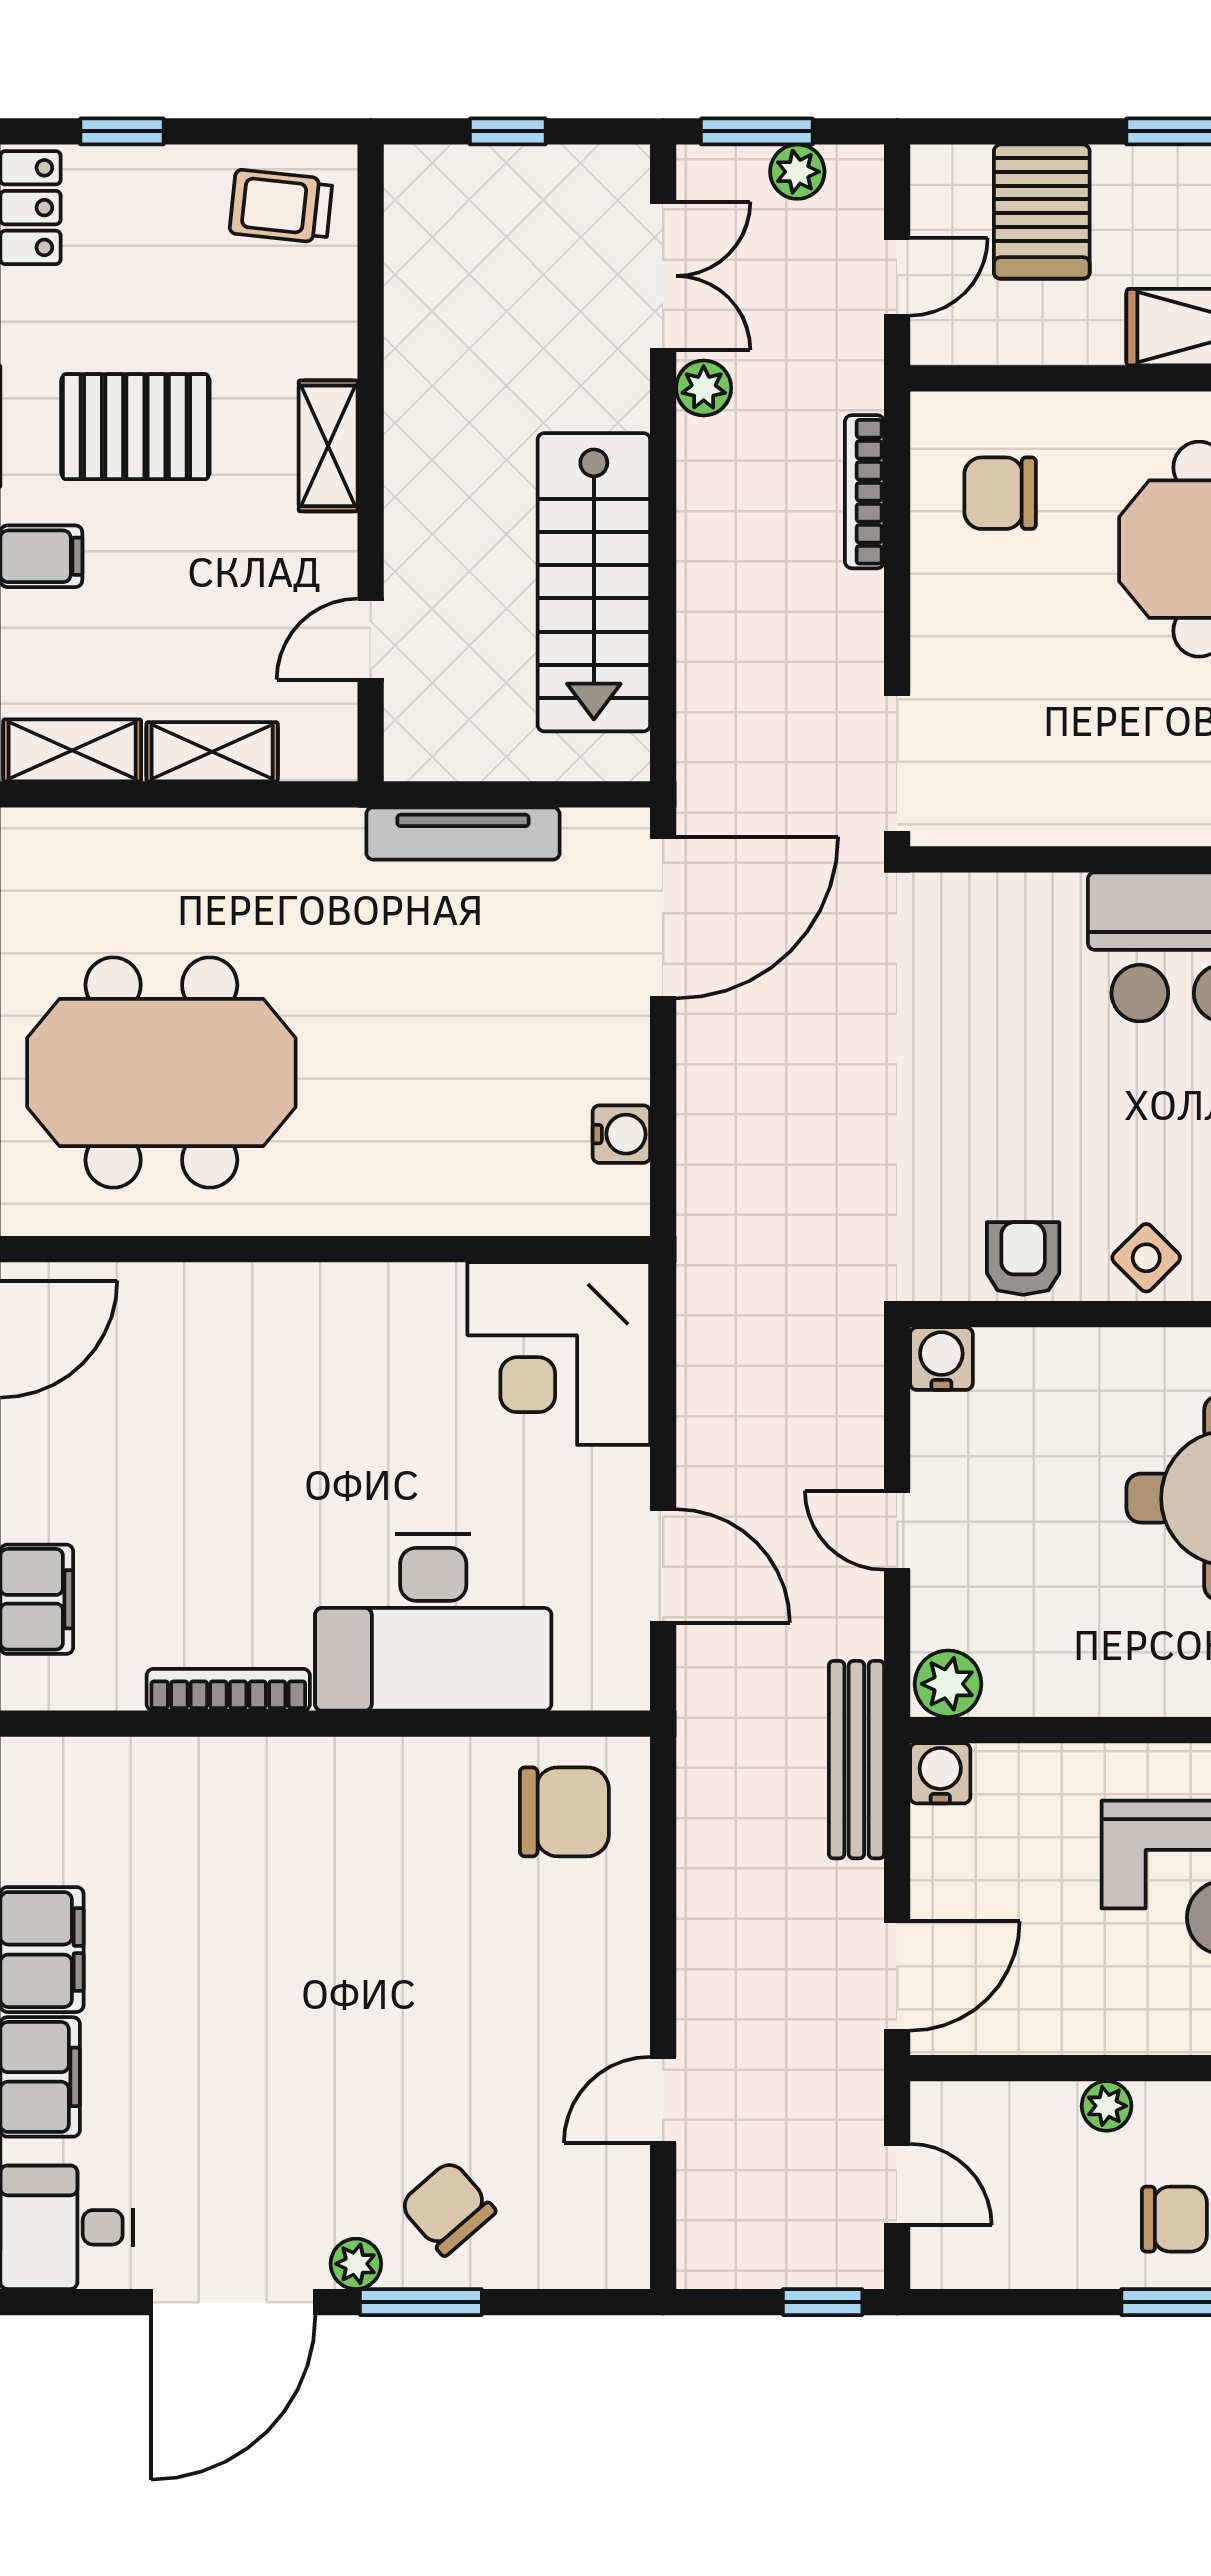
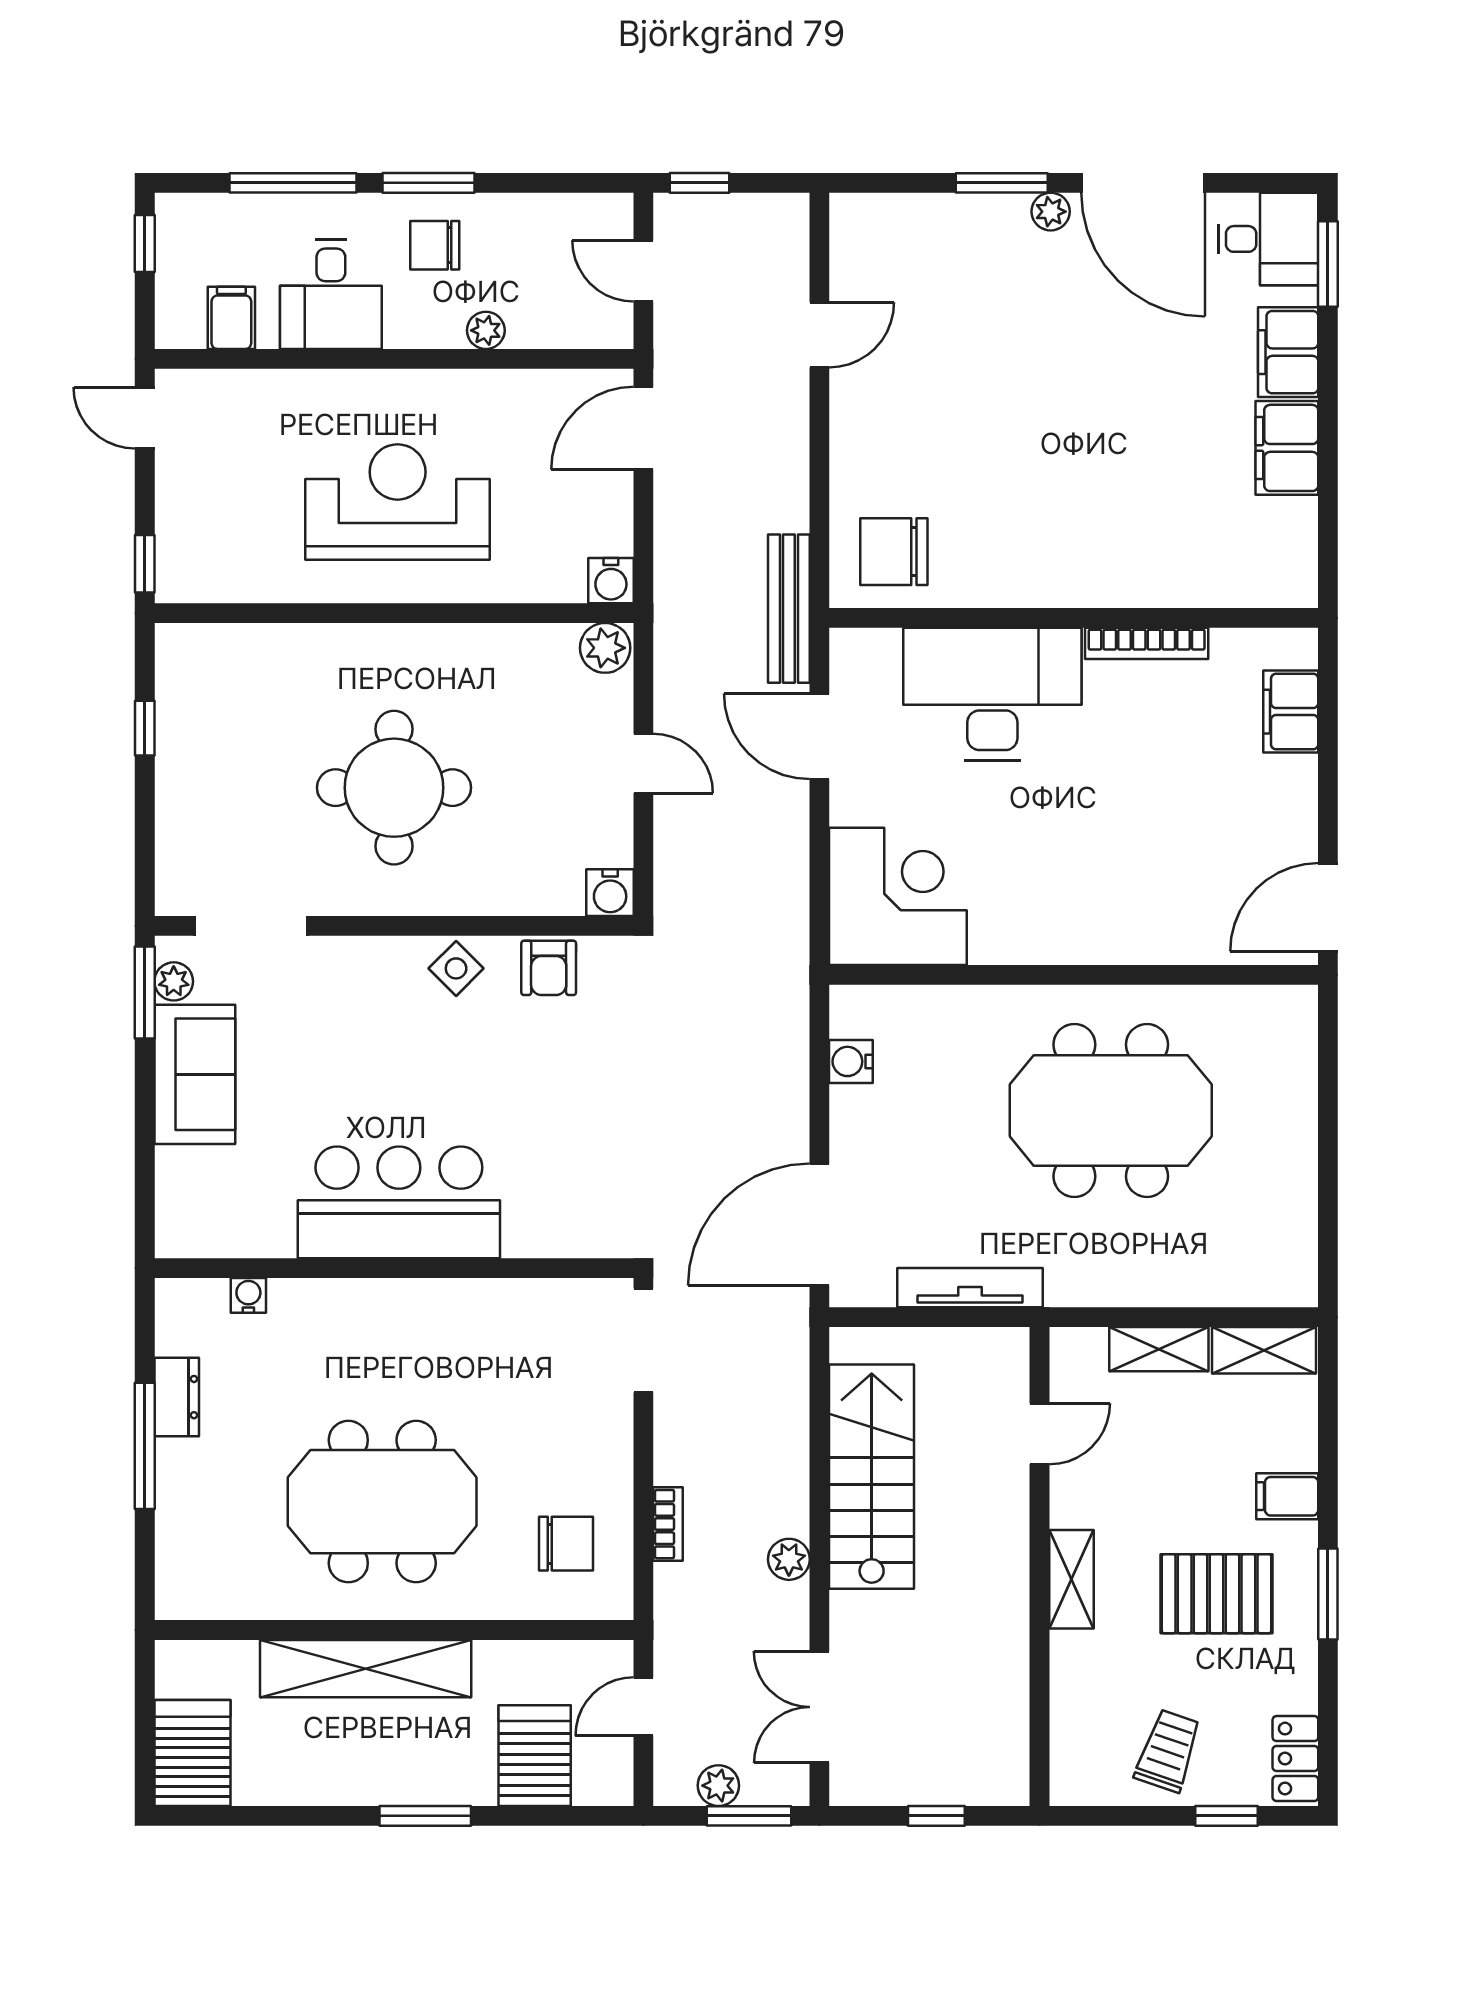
trolley: (281, 206) -> (1168, 1751), moved, turned -77
plant: (704, 388) -> (789, 1559), moved
bookcase: (864, 492) -> (668, 1524), width x0.64
meeting table: (161, 1072) -> (1111, 1110), moved
bench: (856, 1760) -> (789, 609), moved
chair: (448, 2208) -> (982, 254), removed
door: (233, 2302) -> (1143, 183), swing flipped

